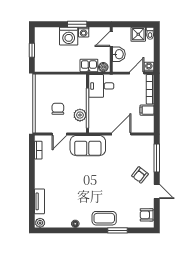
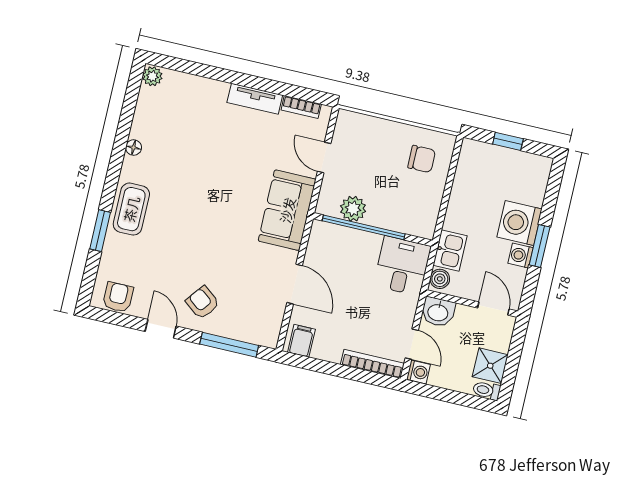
washbasin: (119, 54) -> (438, 312), moved
chair: (58, 109) -> (422, 159), moved
filing cabinet: (147, 110) -> (301, 341), moved
door: (157, 192) -> (161, 329), swing flipped
tv unit: (39, 201) -> (255, 99), moved

